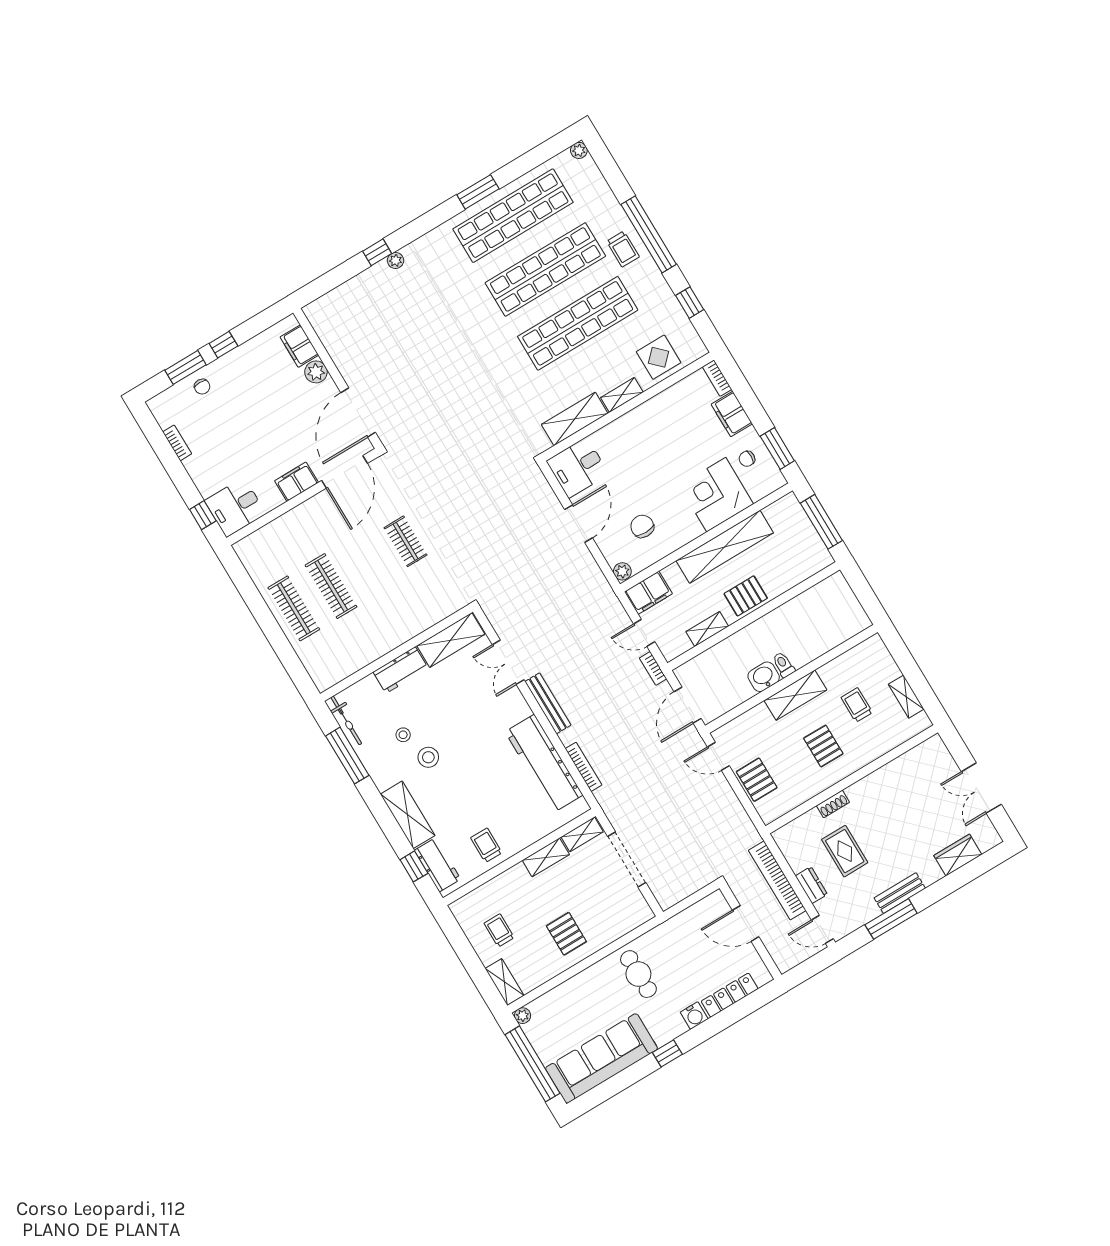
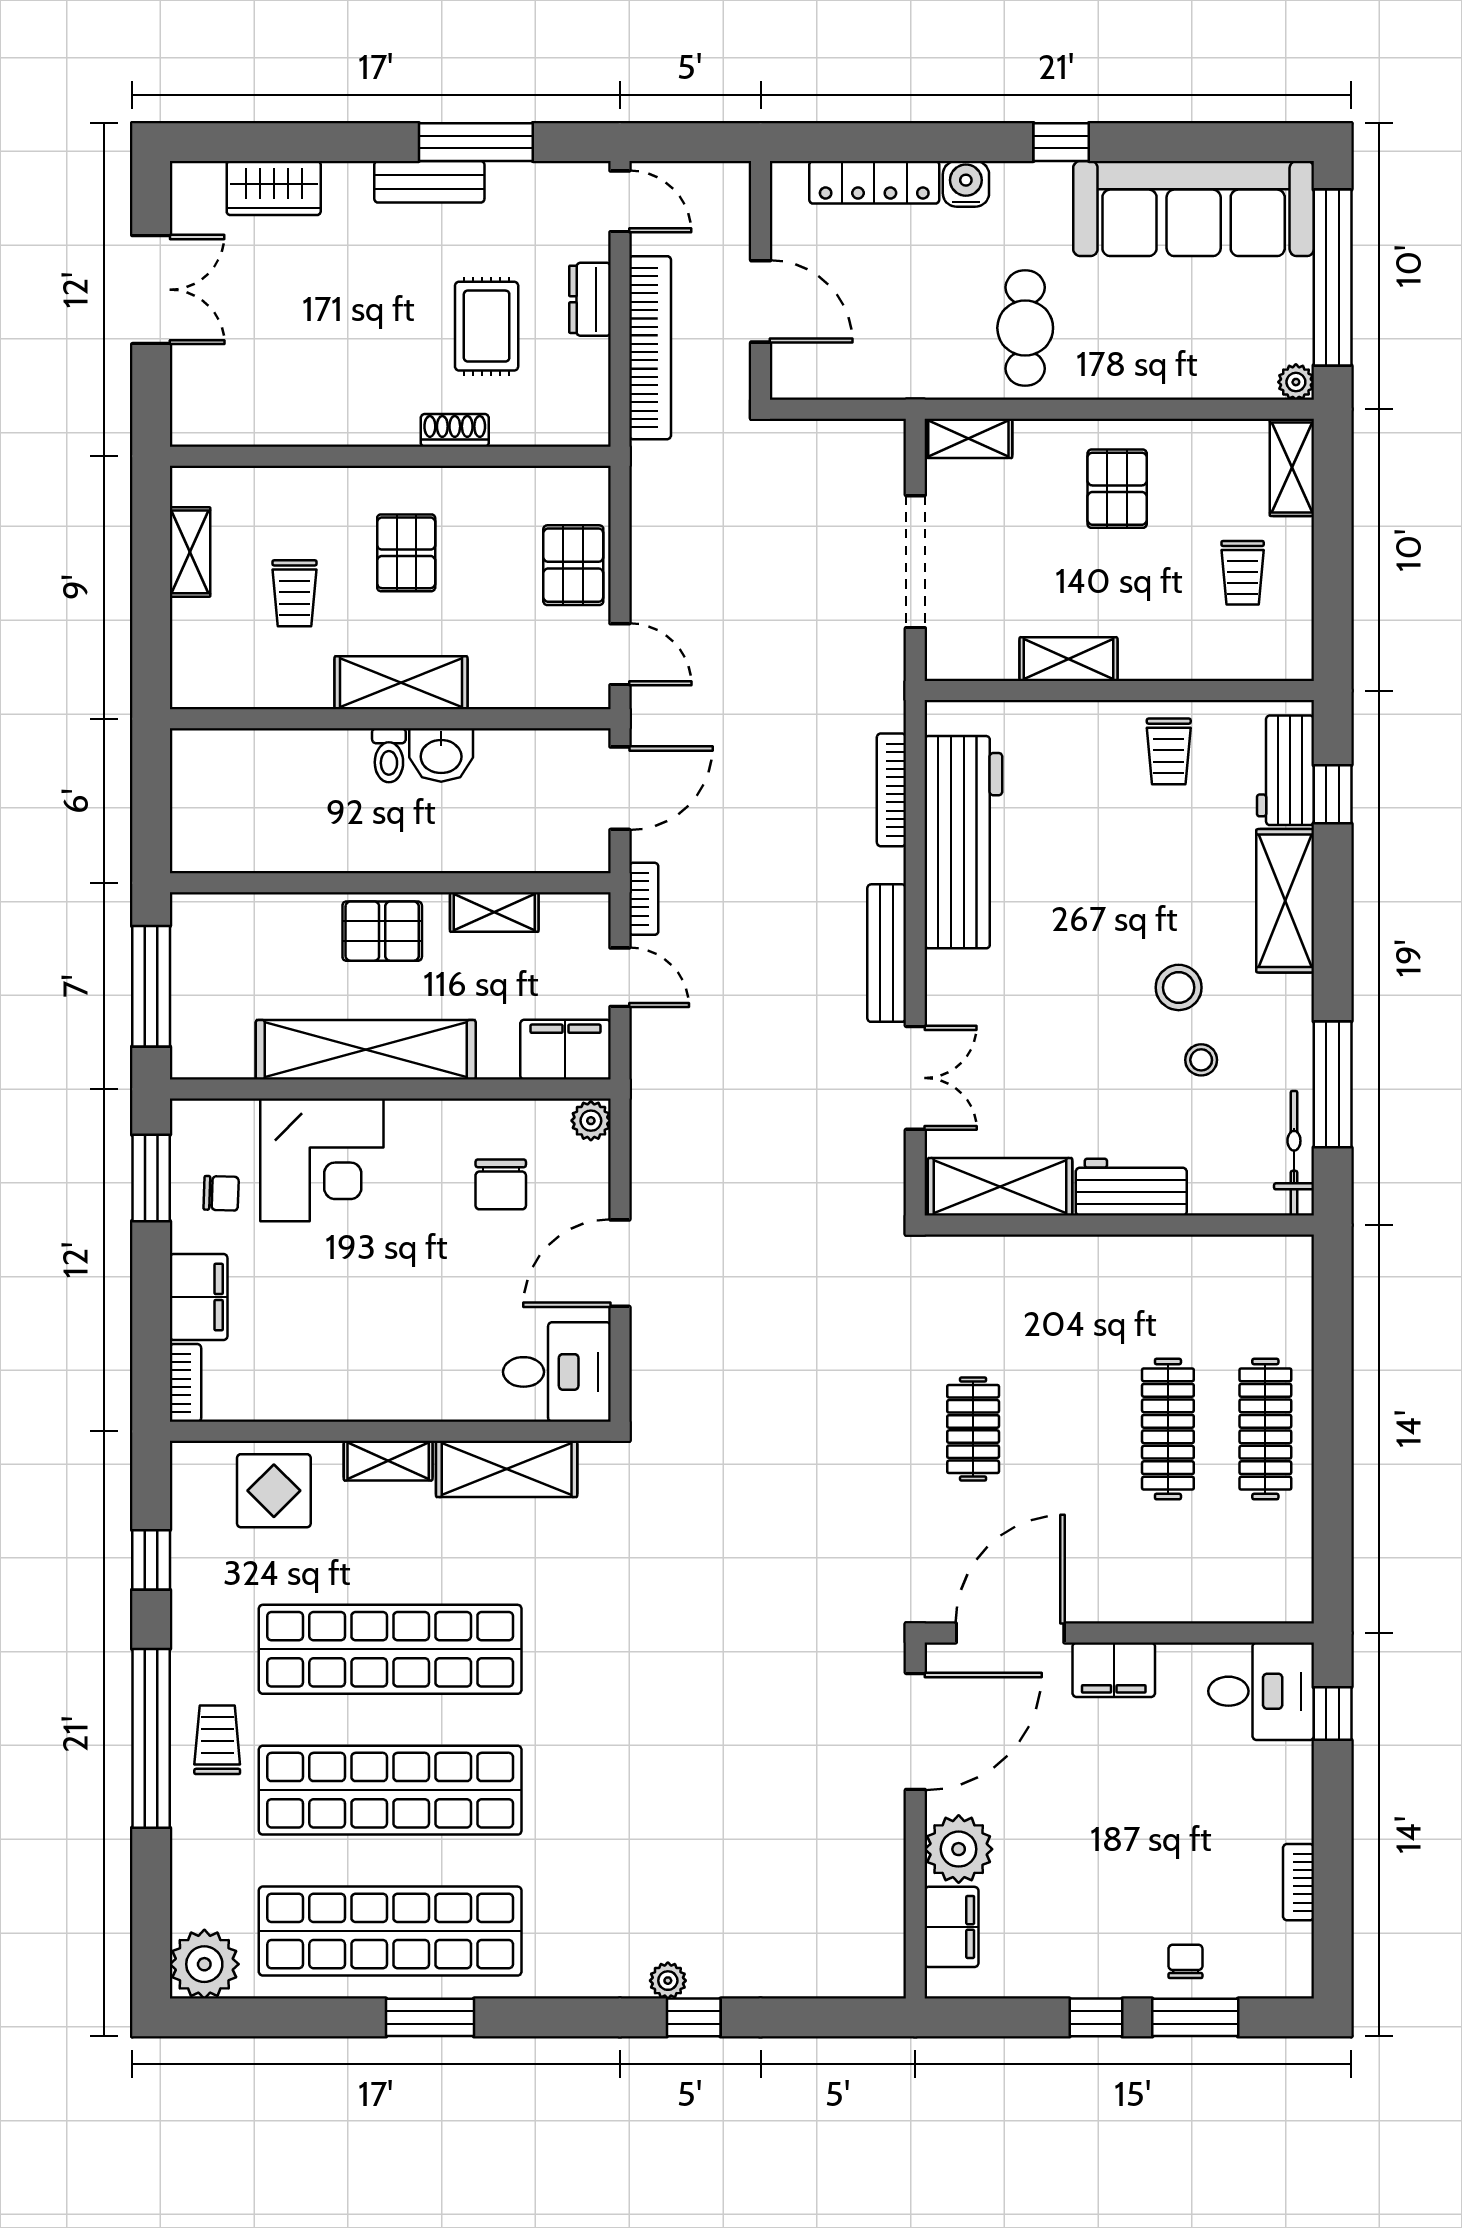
plant: (579, 150) -> (204, 1964), width x1.88, depth x1.88
plant: (316, 372) -> (959, 1849), width x1.36, depth x1.36
shelving: (582, 834) -> (968, 438), moved

